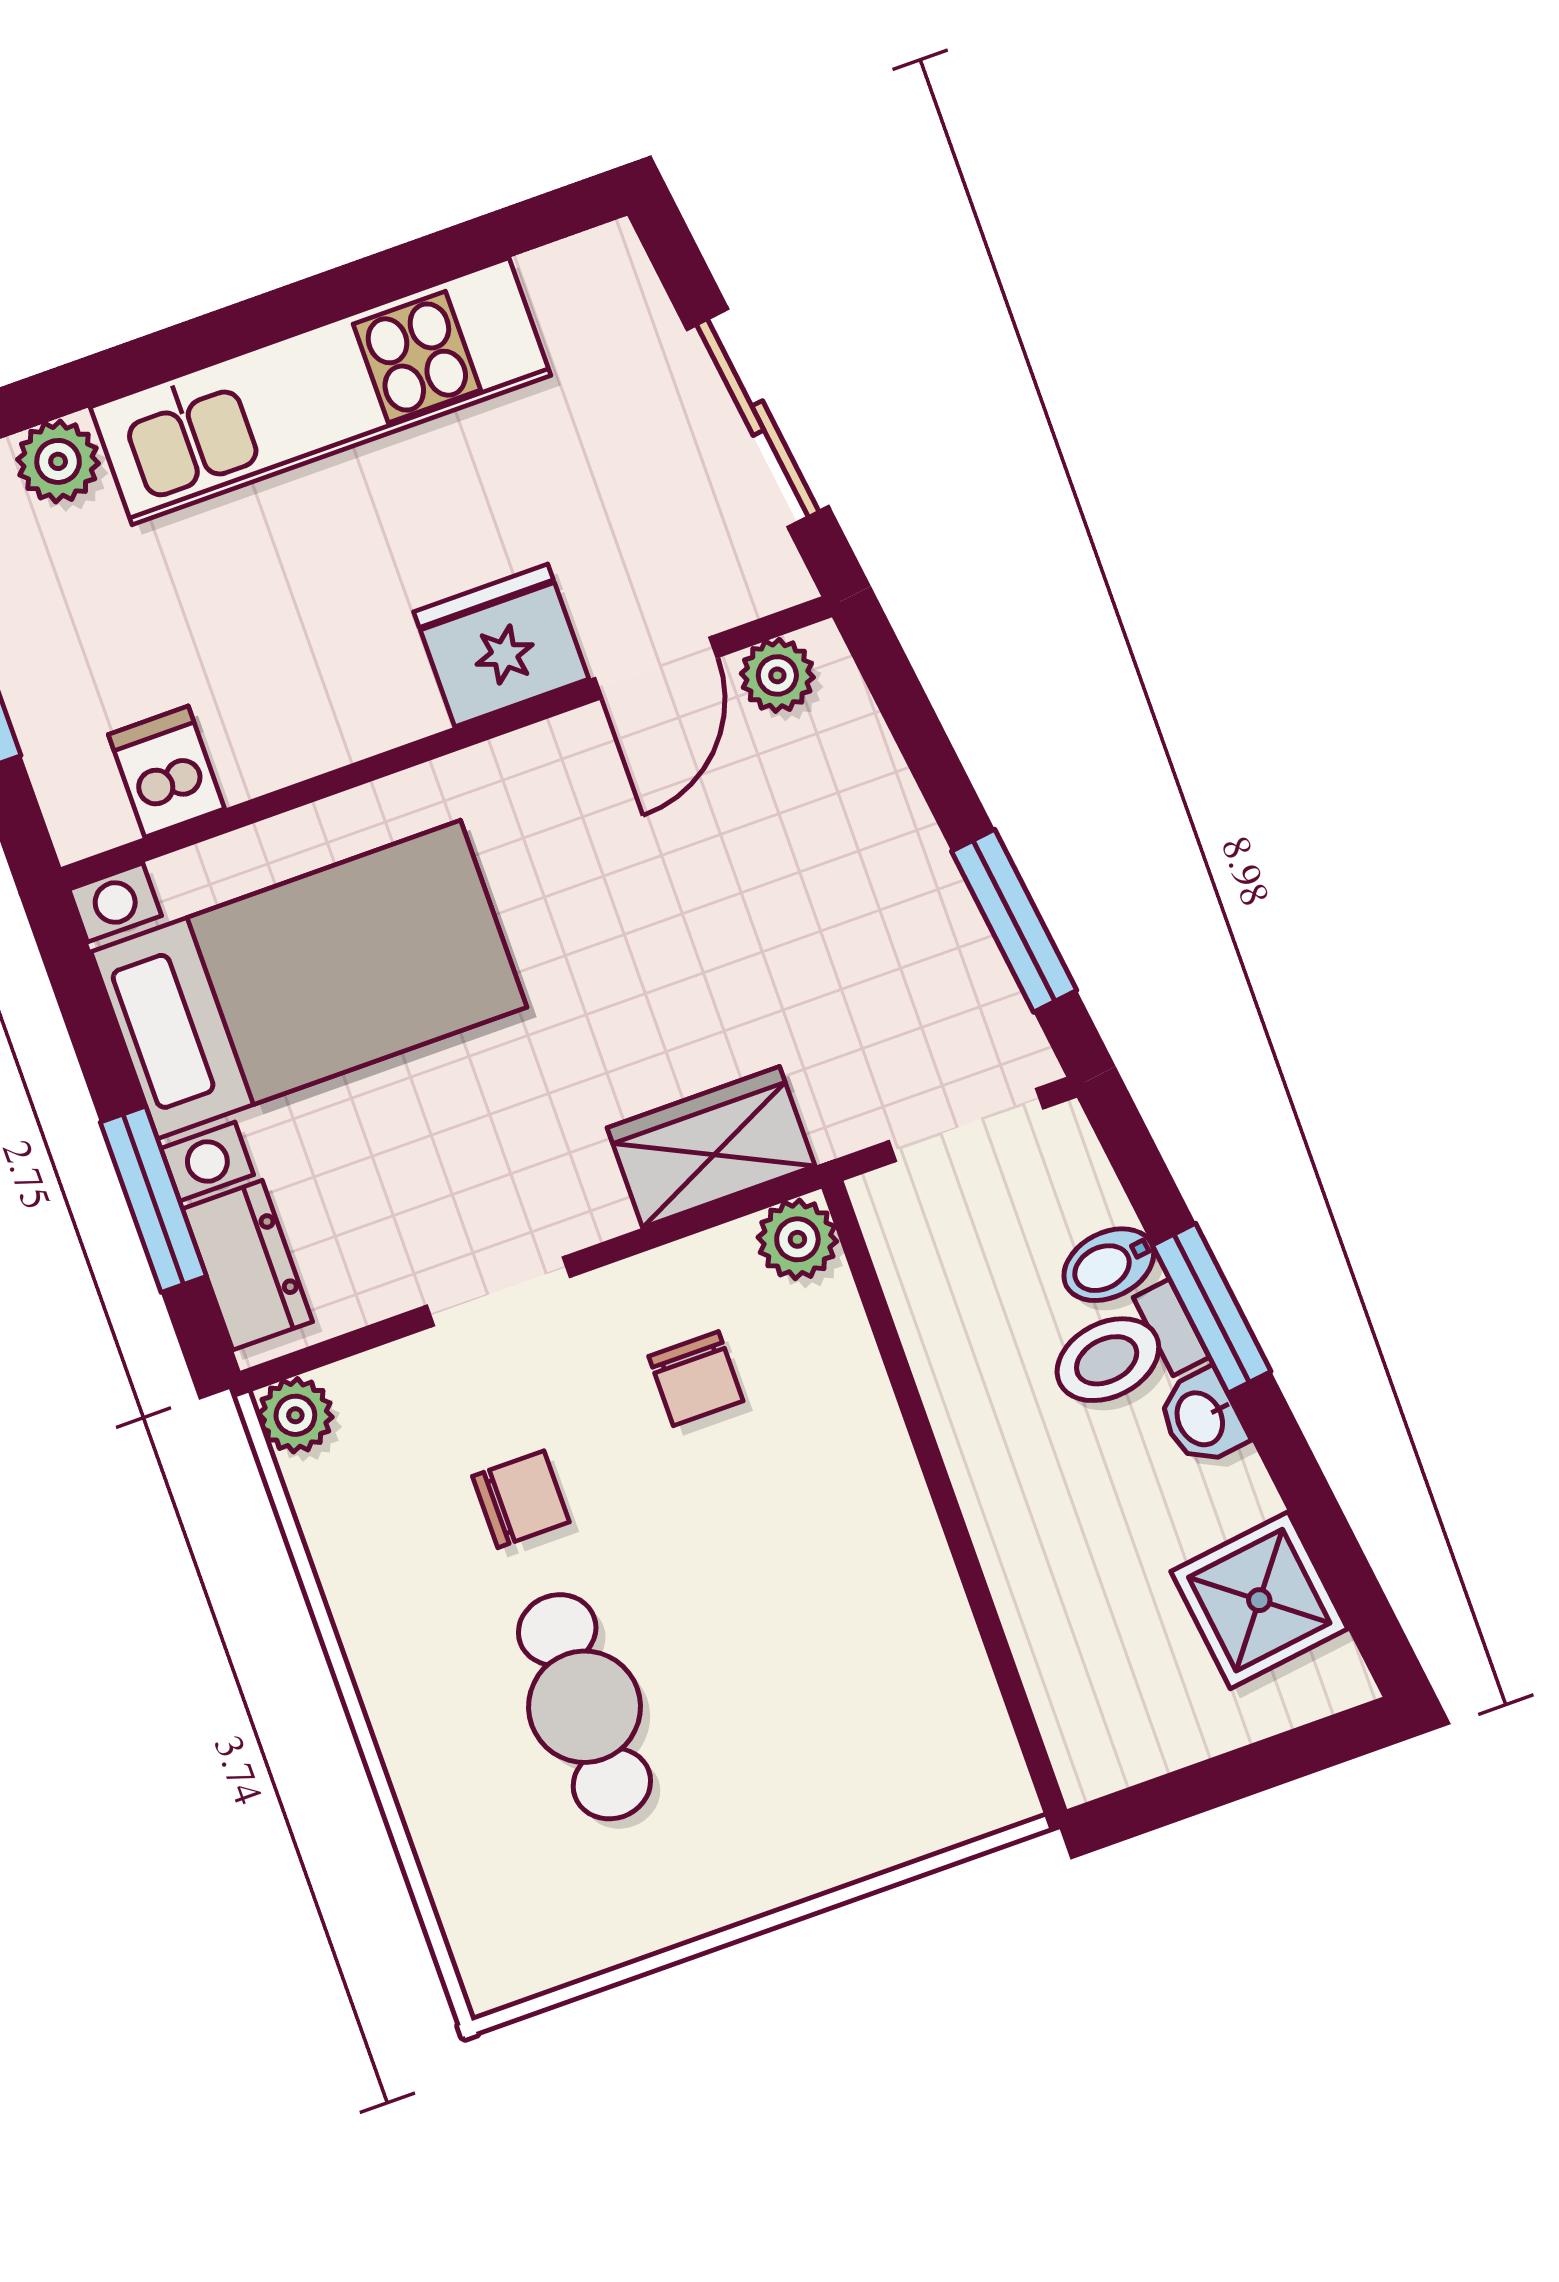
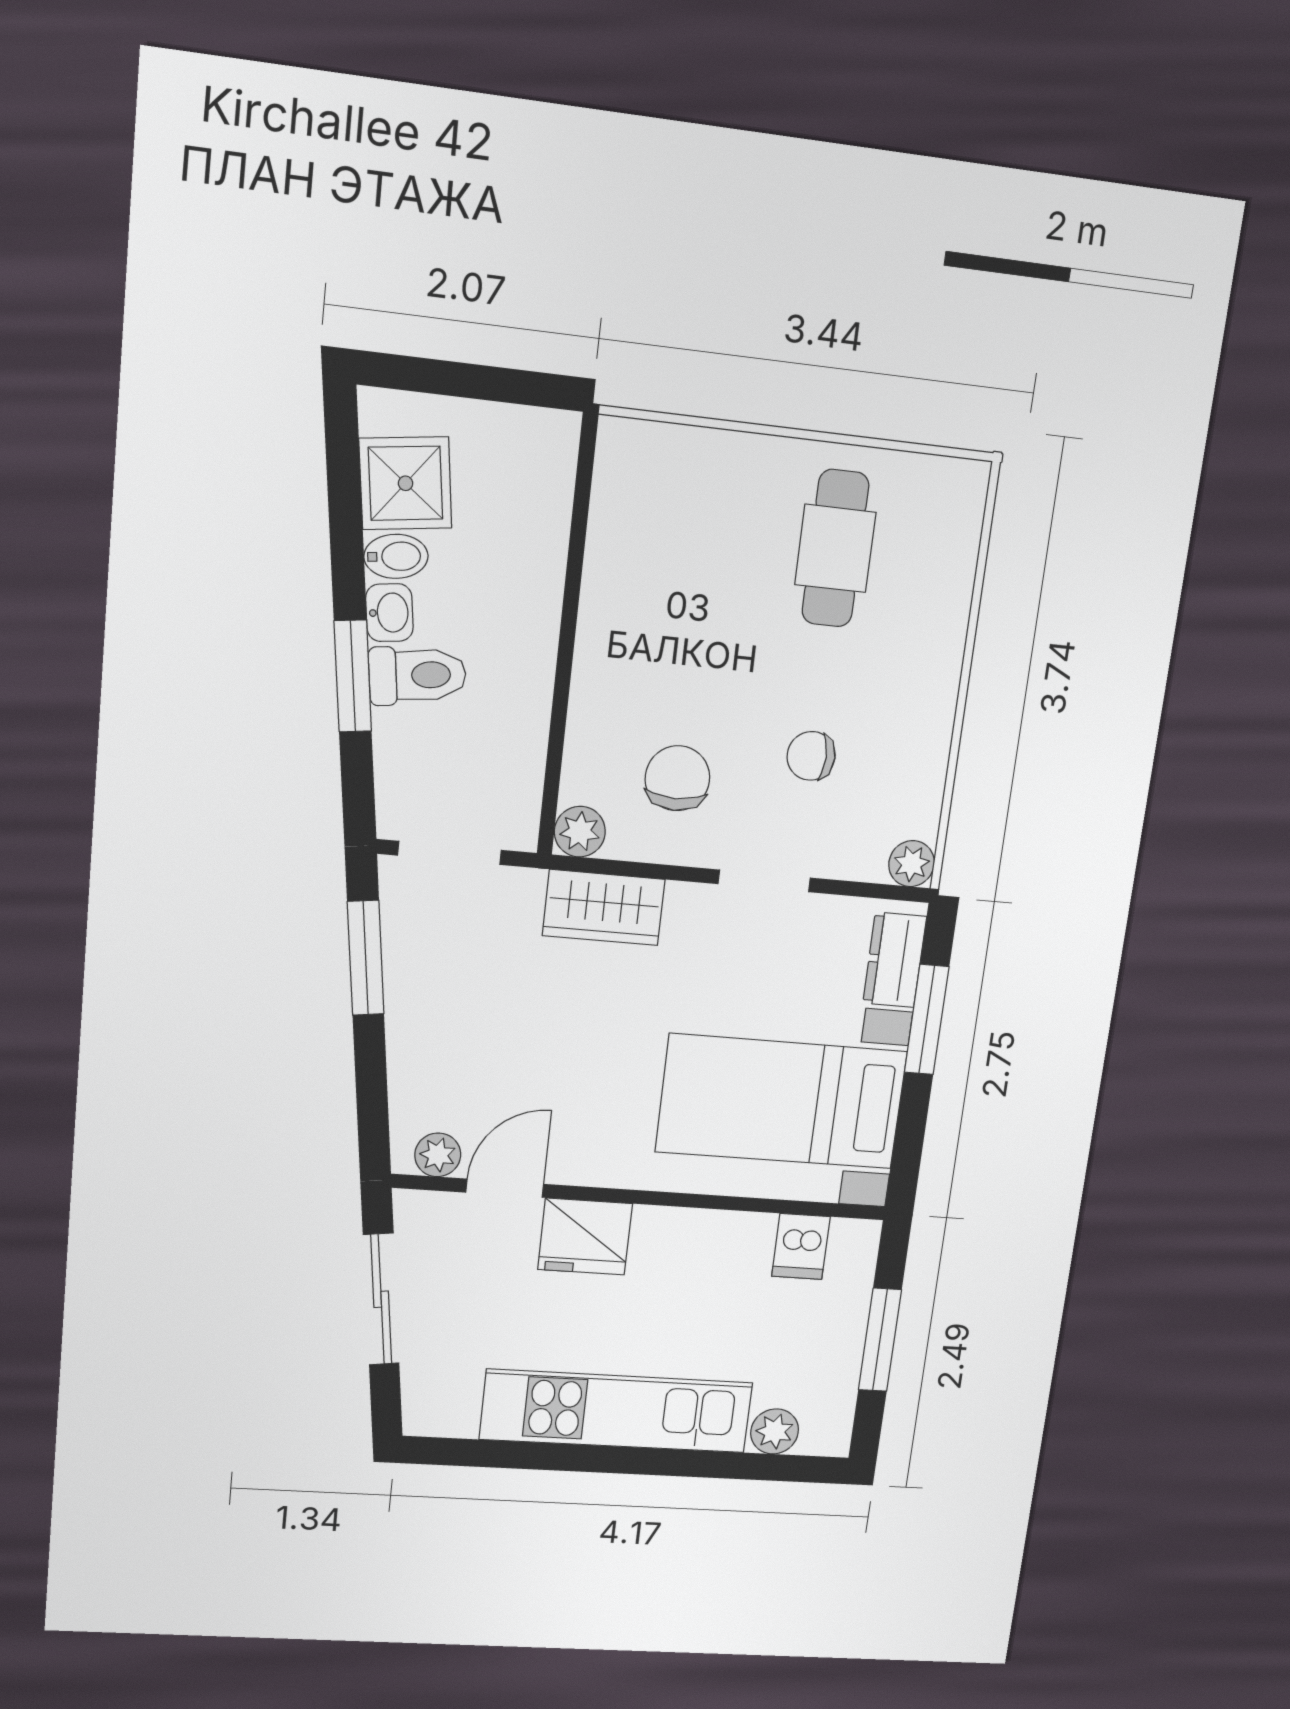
bidet: (1109, 1265) -> (396, 556), moved
chair: (696, 1379) -> (677, 778), width x1.37, depth x1.37
cafe table: (585, 1707) -> (835, 548), moved

